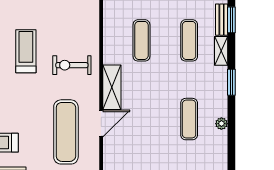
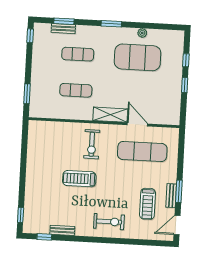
shelving: (221, 51) -> (87, 30), removed
exercise mat: (189, 119) -> (138, 57), width x2.00, depth x1.45

